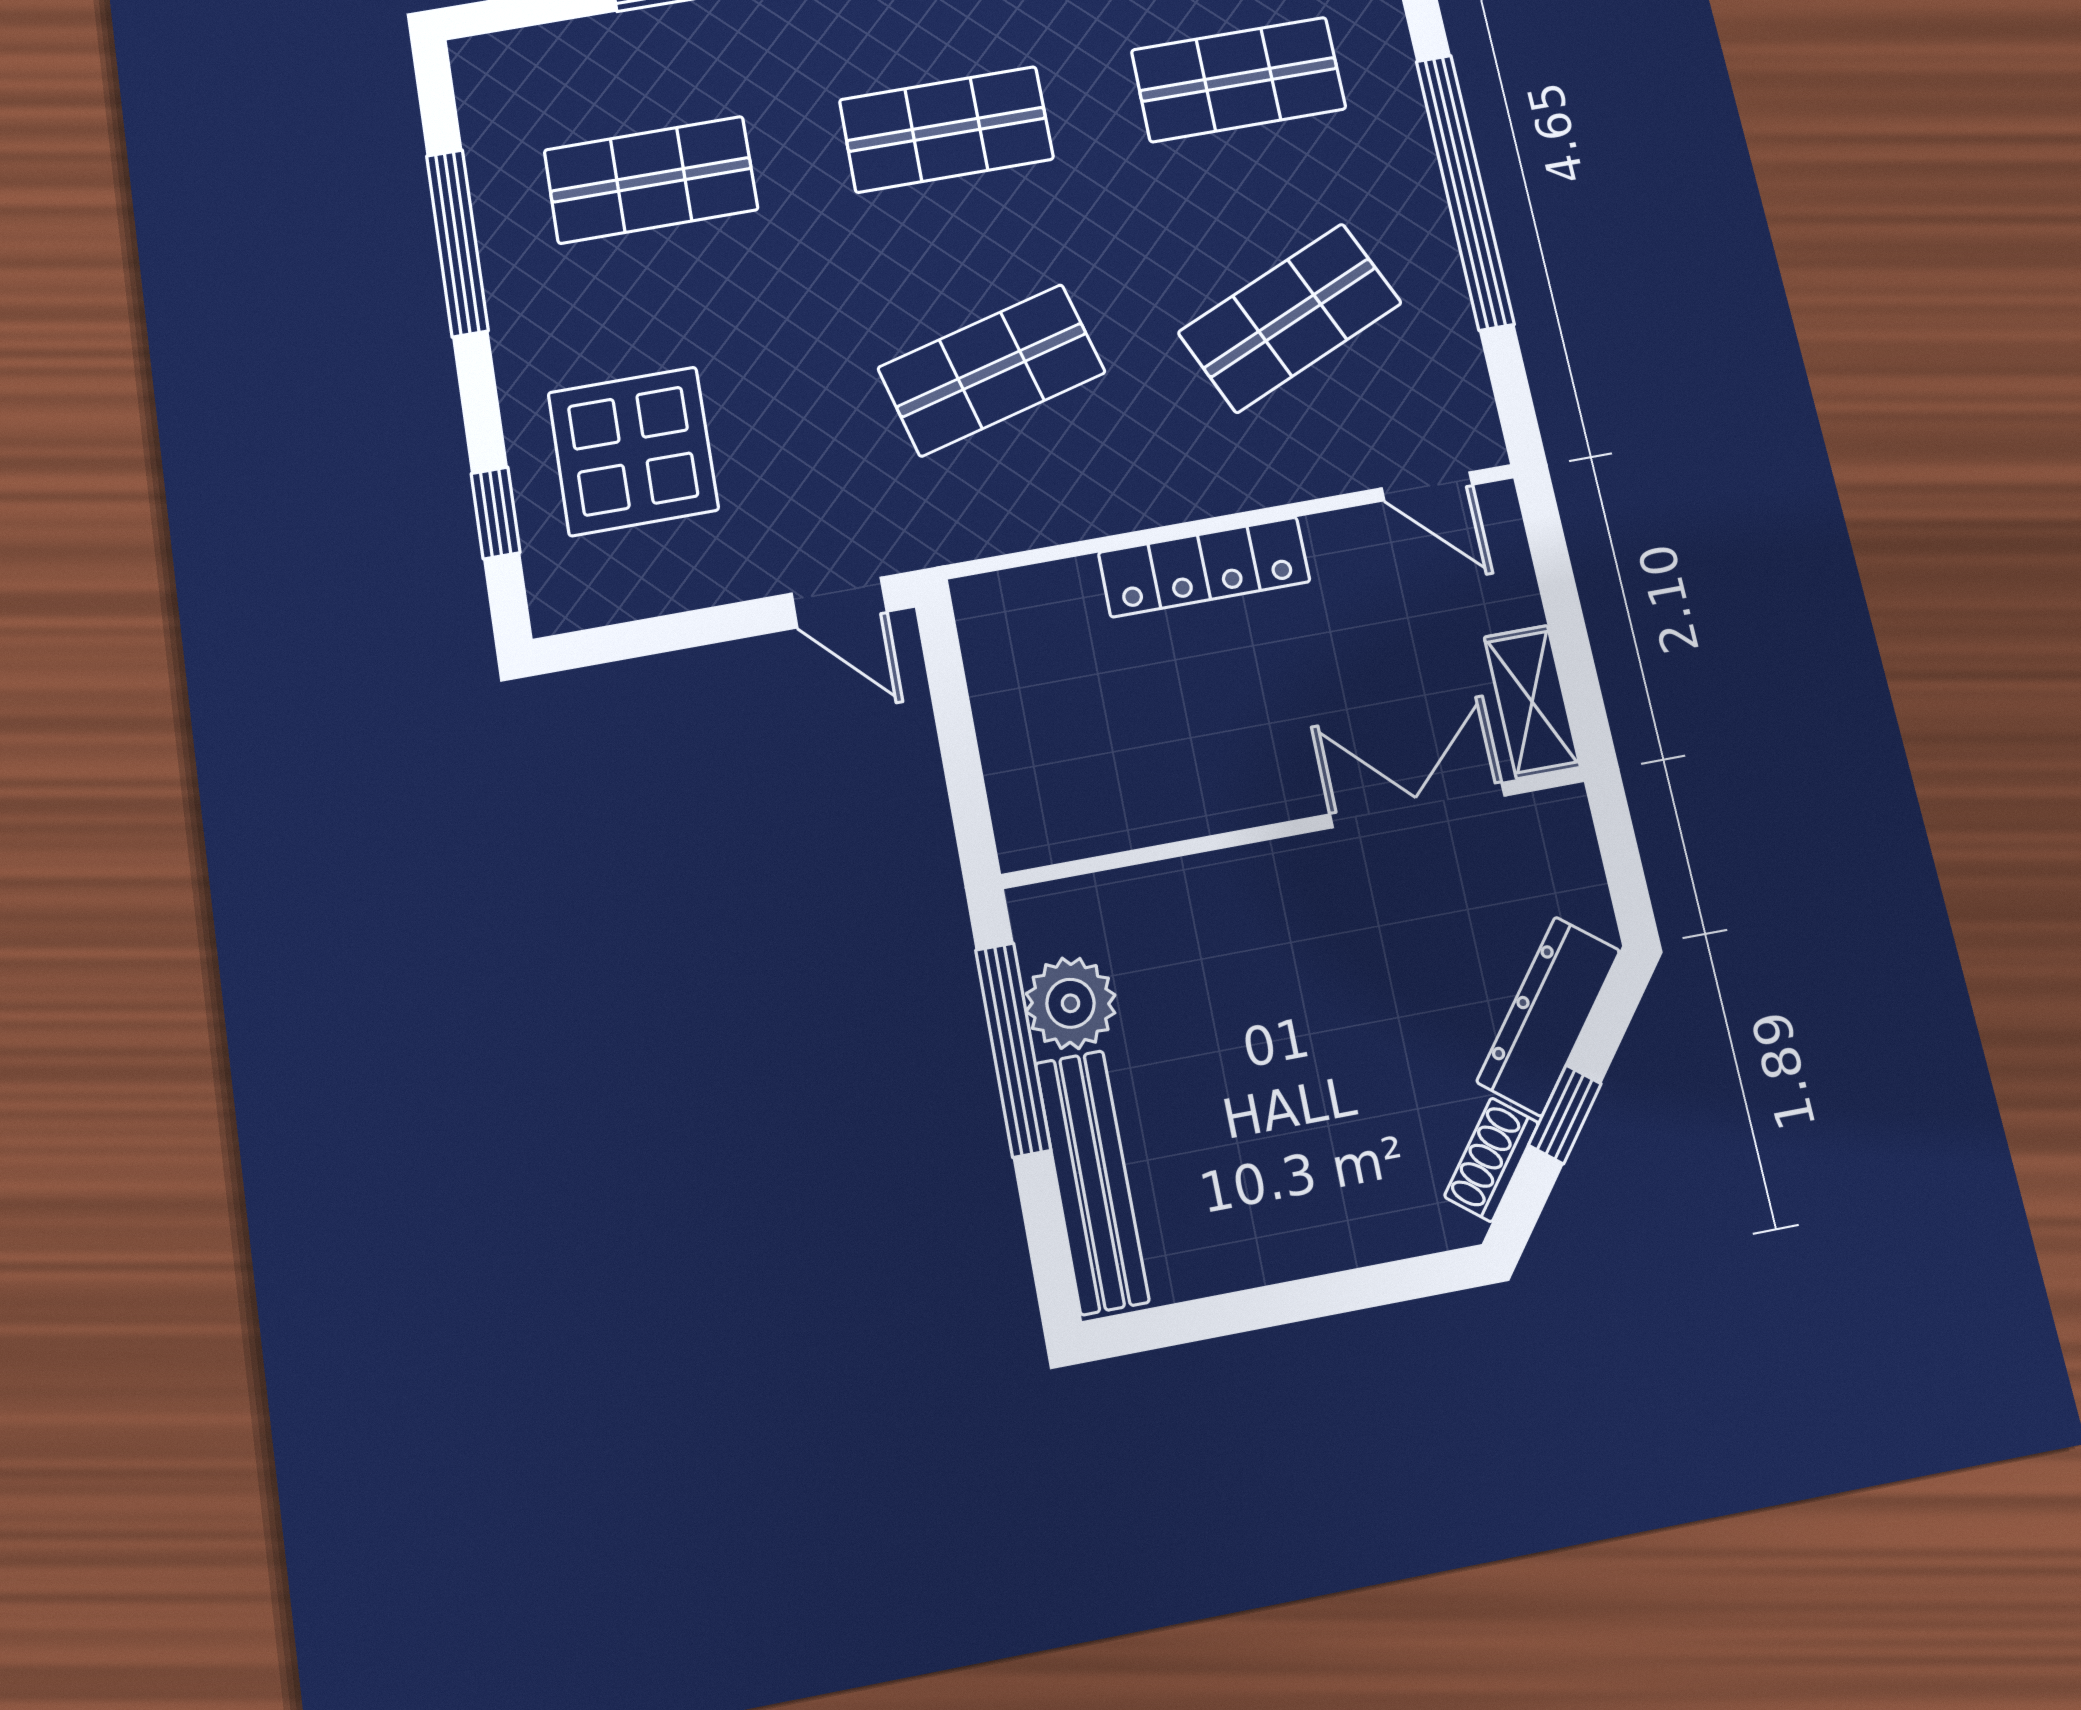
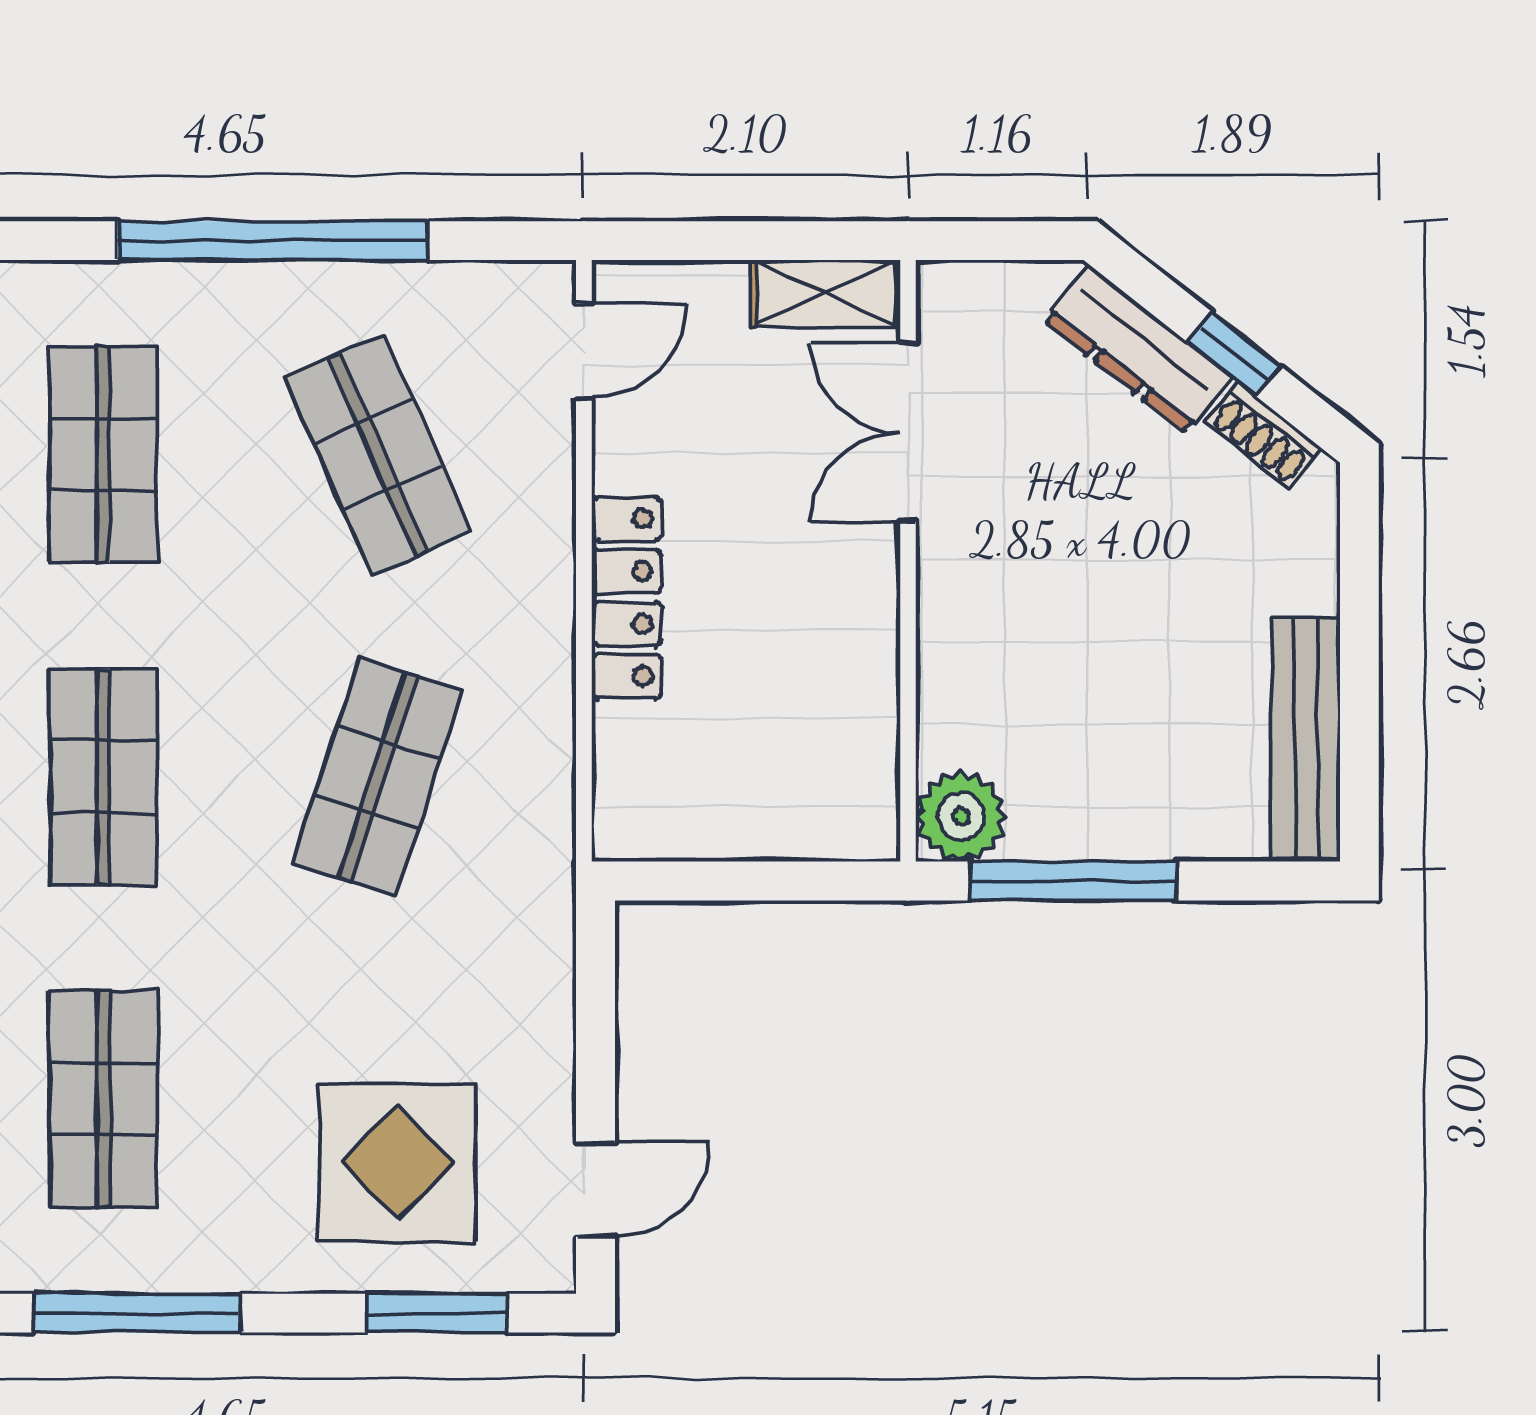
shop shelf: (991, 370) -> (378, 777), turned 33
window: (496, 513) -> (437, 1313), width x1.50
door: (839, 603) -> (596, 1190), moved
plant: (1071, 1003) -> (961, 816), moved
bench: (1092, 1182) -> (1306, 740), moved, turned 90

